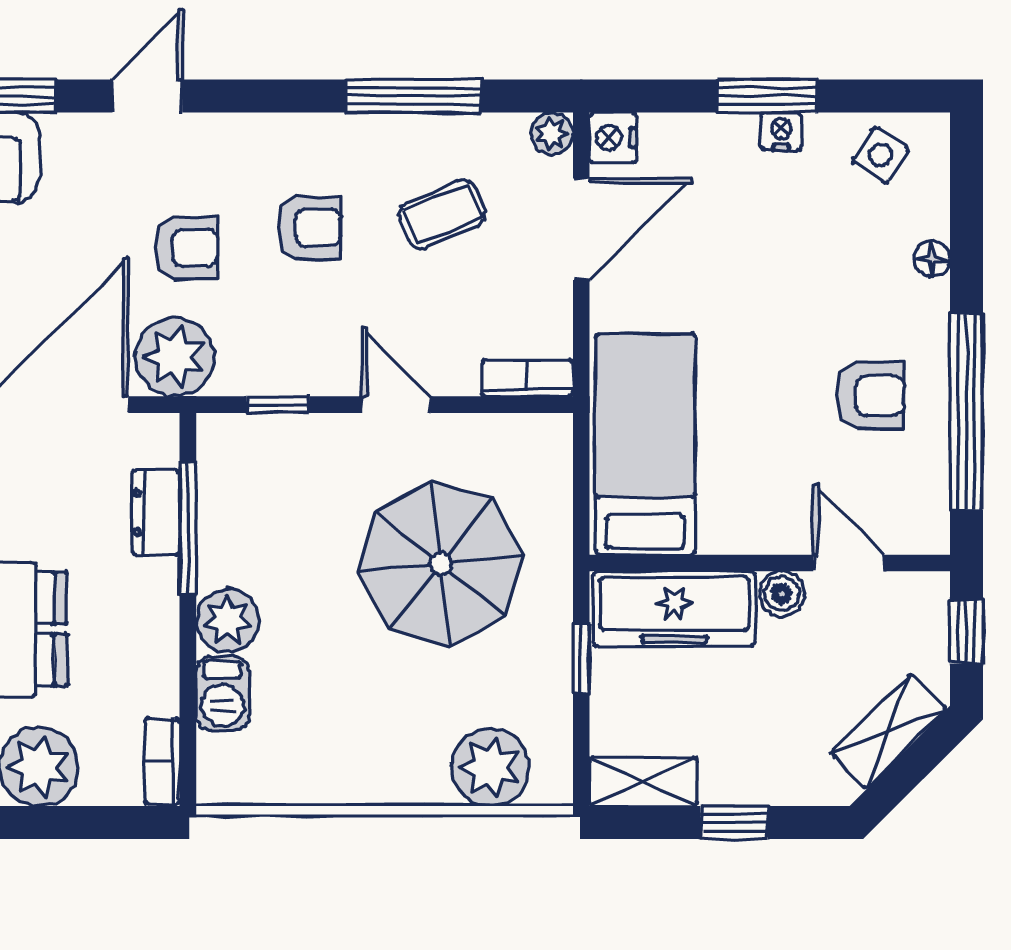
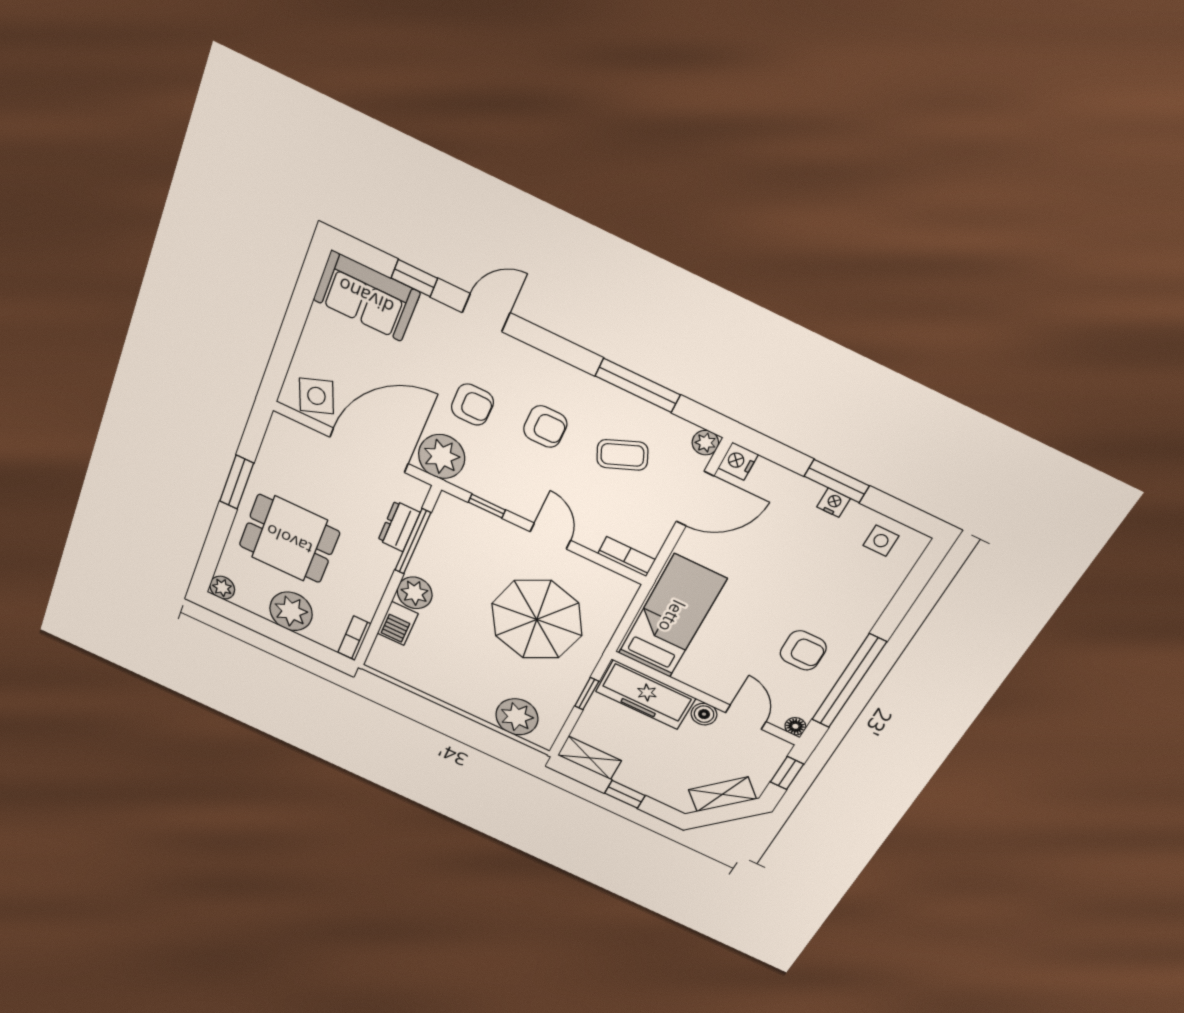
side table: (880, 155) -> (881, 541), turned -34
floor lamp: (932, 259) -> (795, 726), moved

